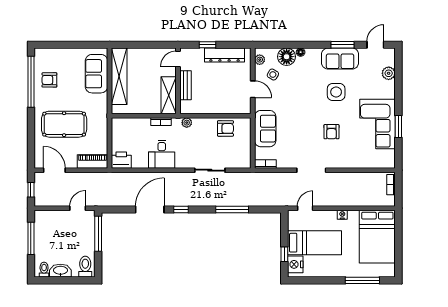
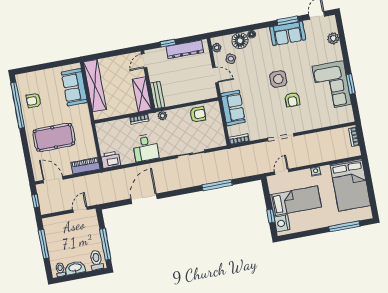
bench: (185, 85) -> (157, 95), moved
side table: (336, 92) -> (278, 79), moved
window: (181, 209) -> (172, 194), removed
window: (98, 234) -> (105, 244), moved

